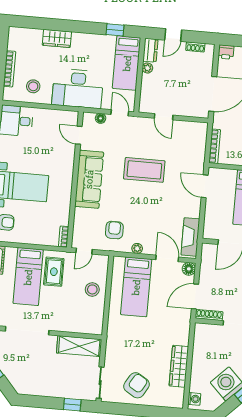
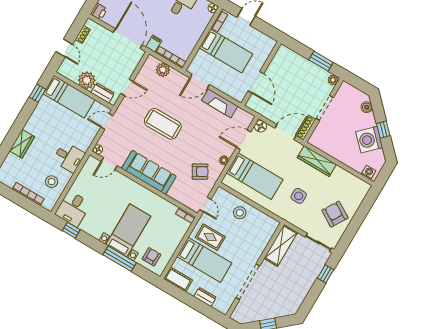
dresser: (150, 50) -> (103, 93), moved
plant: (147, 68) -> (87, 80), width x1.87, depth x1.87
desk: (78, 89) -> (69, 157), width x0.53, depth x0.77
floor lamp: (101, 118) -> (98, 149), moved
filing cabinet: (220, 122) -> (154, 44), added
plant: (198, 144) -> (163, 70), added
coffee table: (144, 170) -> (163, 124), turned 90
armchair: (114, 230) -> (200, 172), turned 150
fireplace: (190, 237) -> (220, 103), moved
door: (195, 296) -> (285, 132), swing flipped
side table: (137, 340) -> (299, 196), added
wardrobe: (179, 366) -> (317, 161), moved

